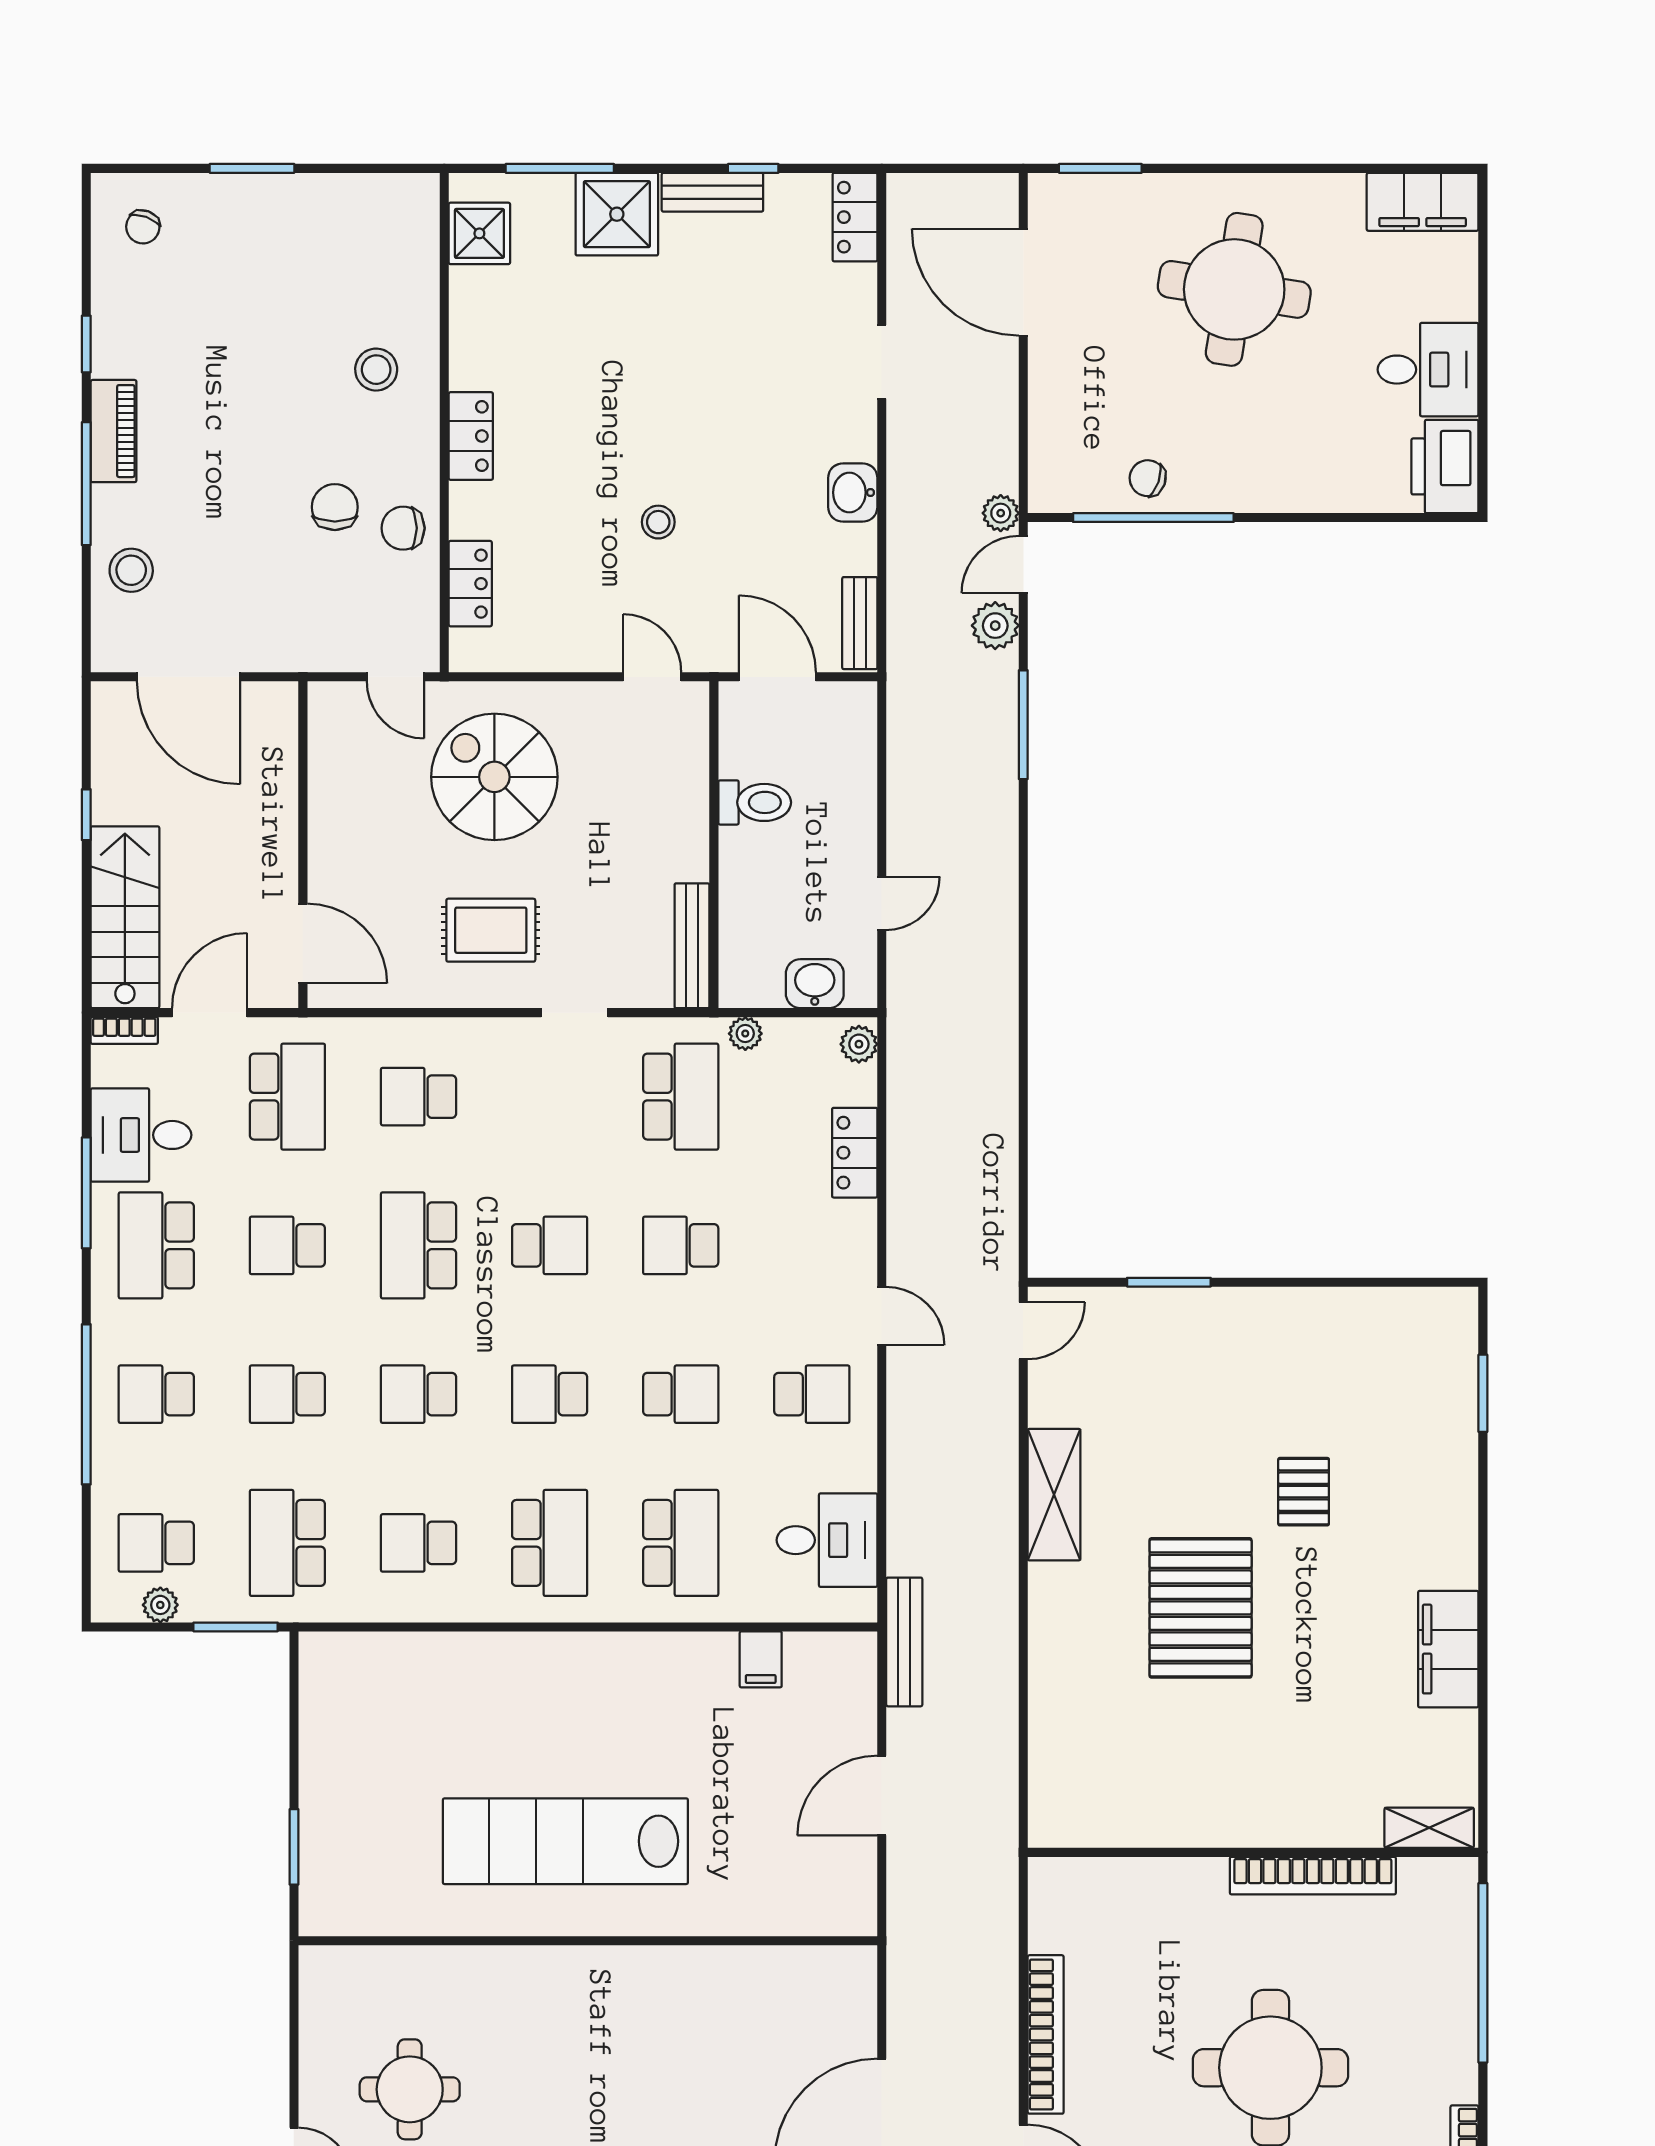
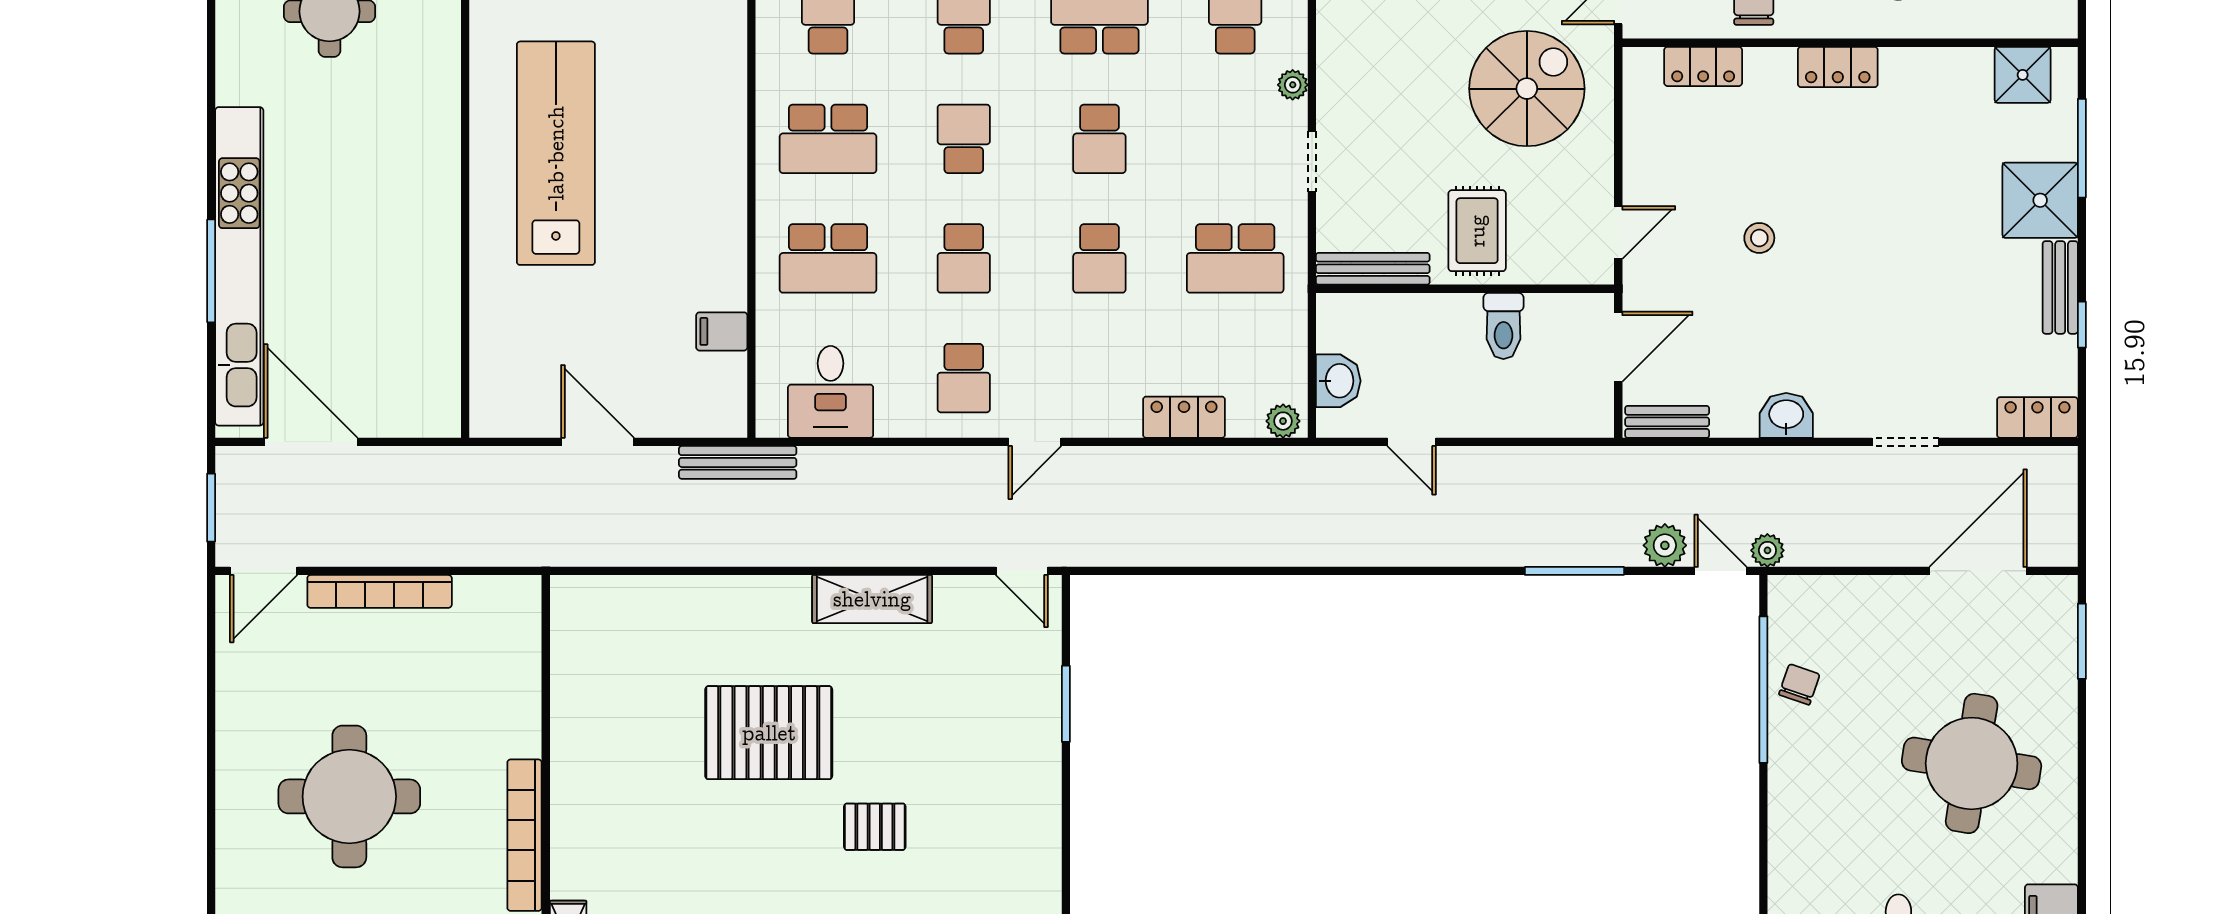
rug: (491, 930) -> (1477, 231), moved
plant: (745, 1034) -> (1293, 85), moved
school desk: (681, 1245) -> (1099, 258), turned 180

